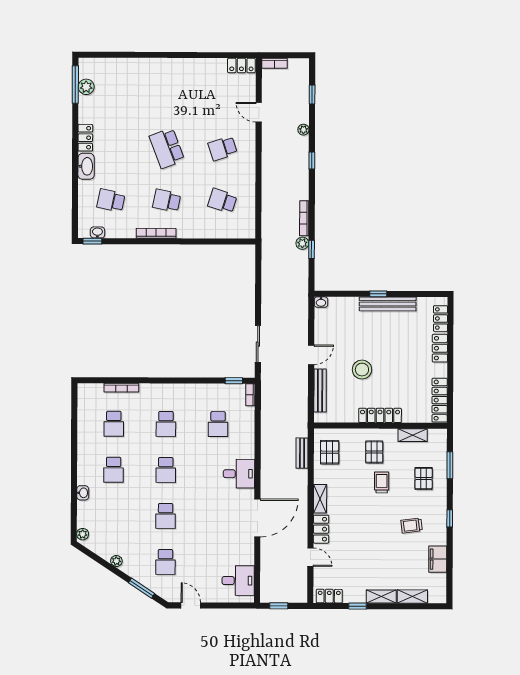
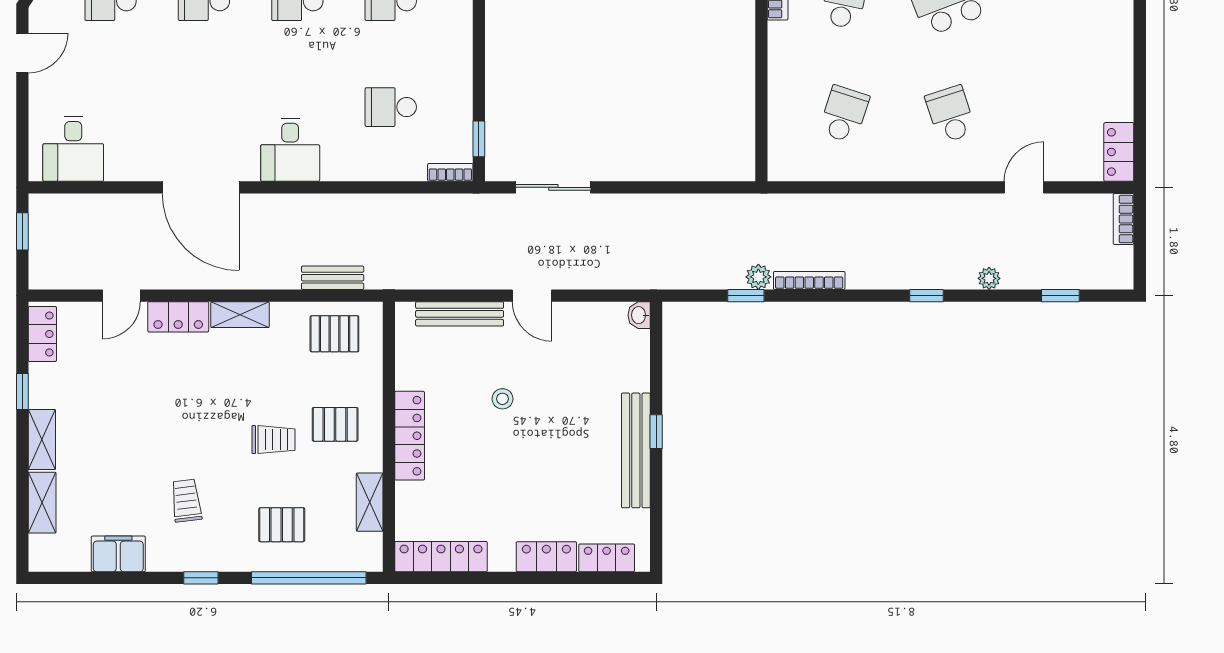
stool: (362, 370) -> (502, 399), width x0.53, depth x0.53
window: (450, 465) -> (309, 578), width x2.11

